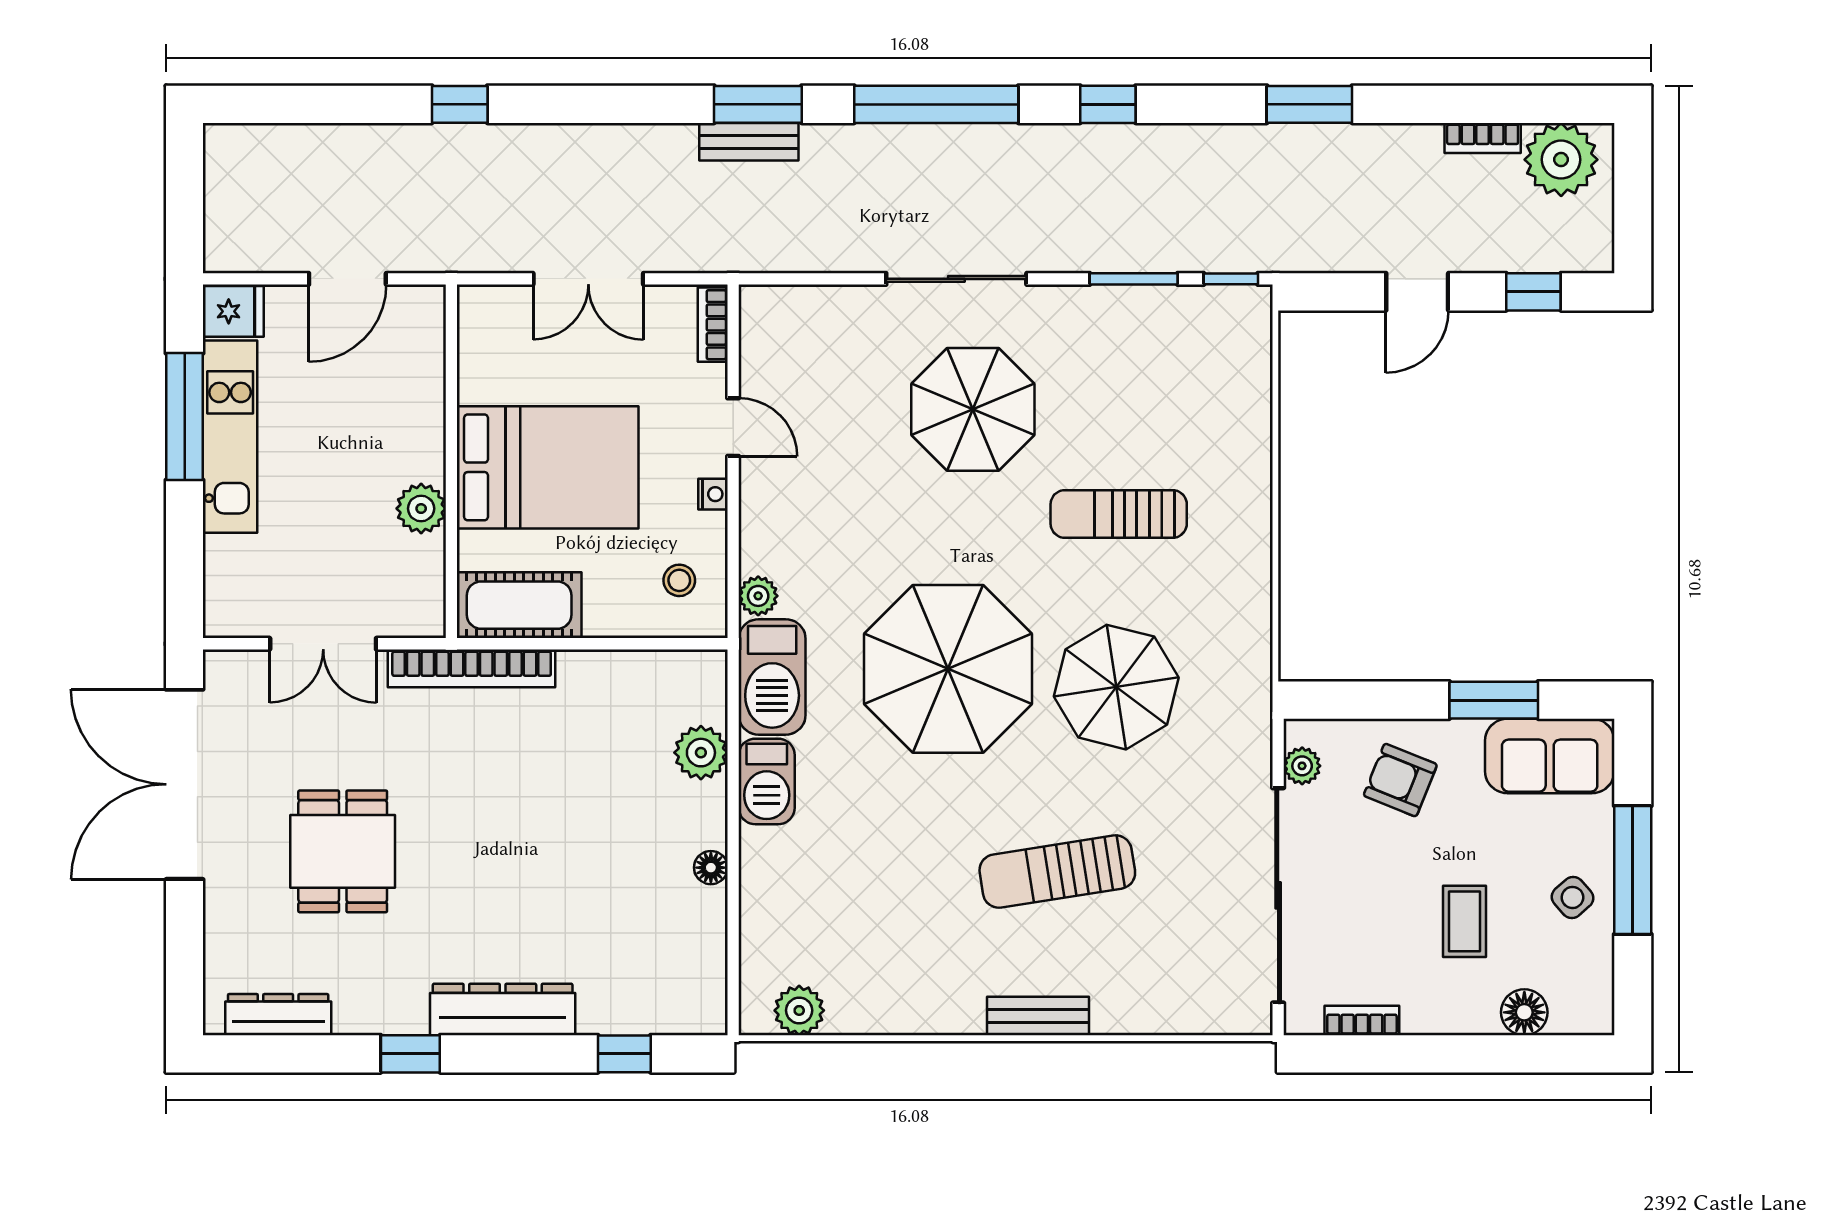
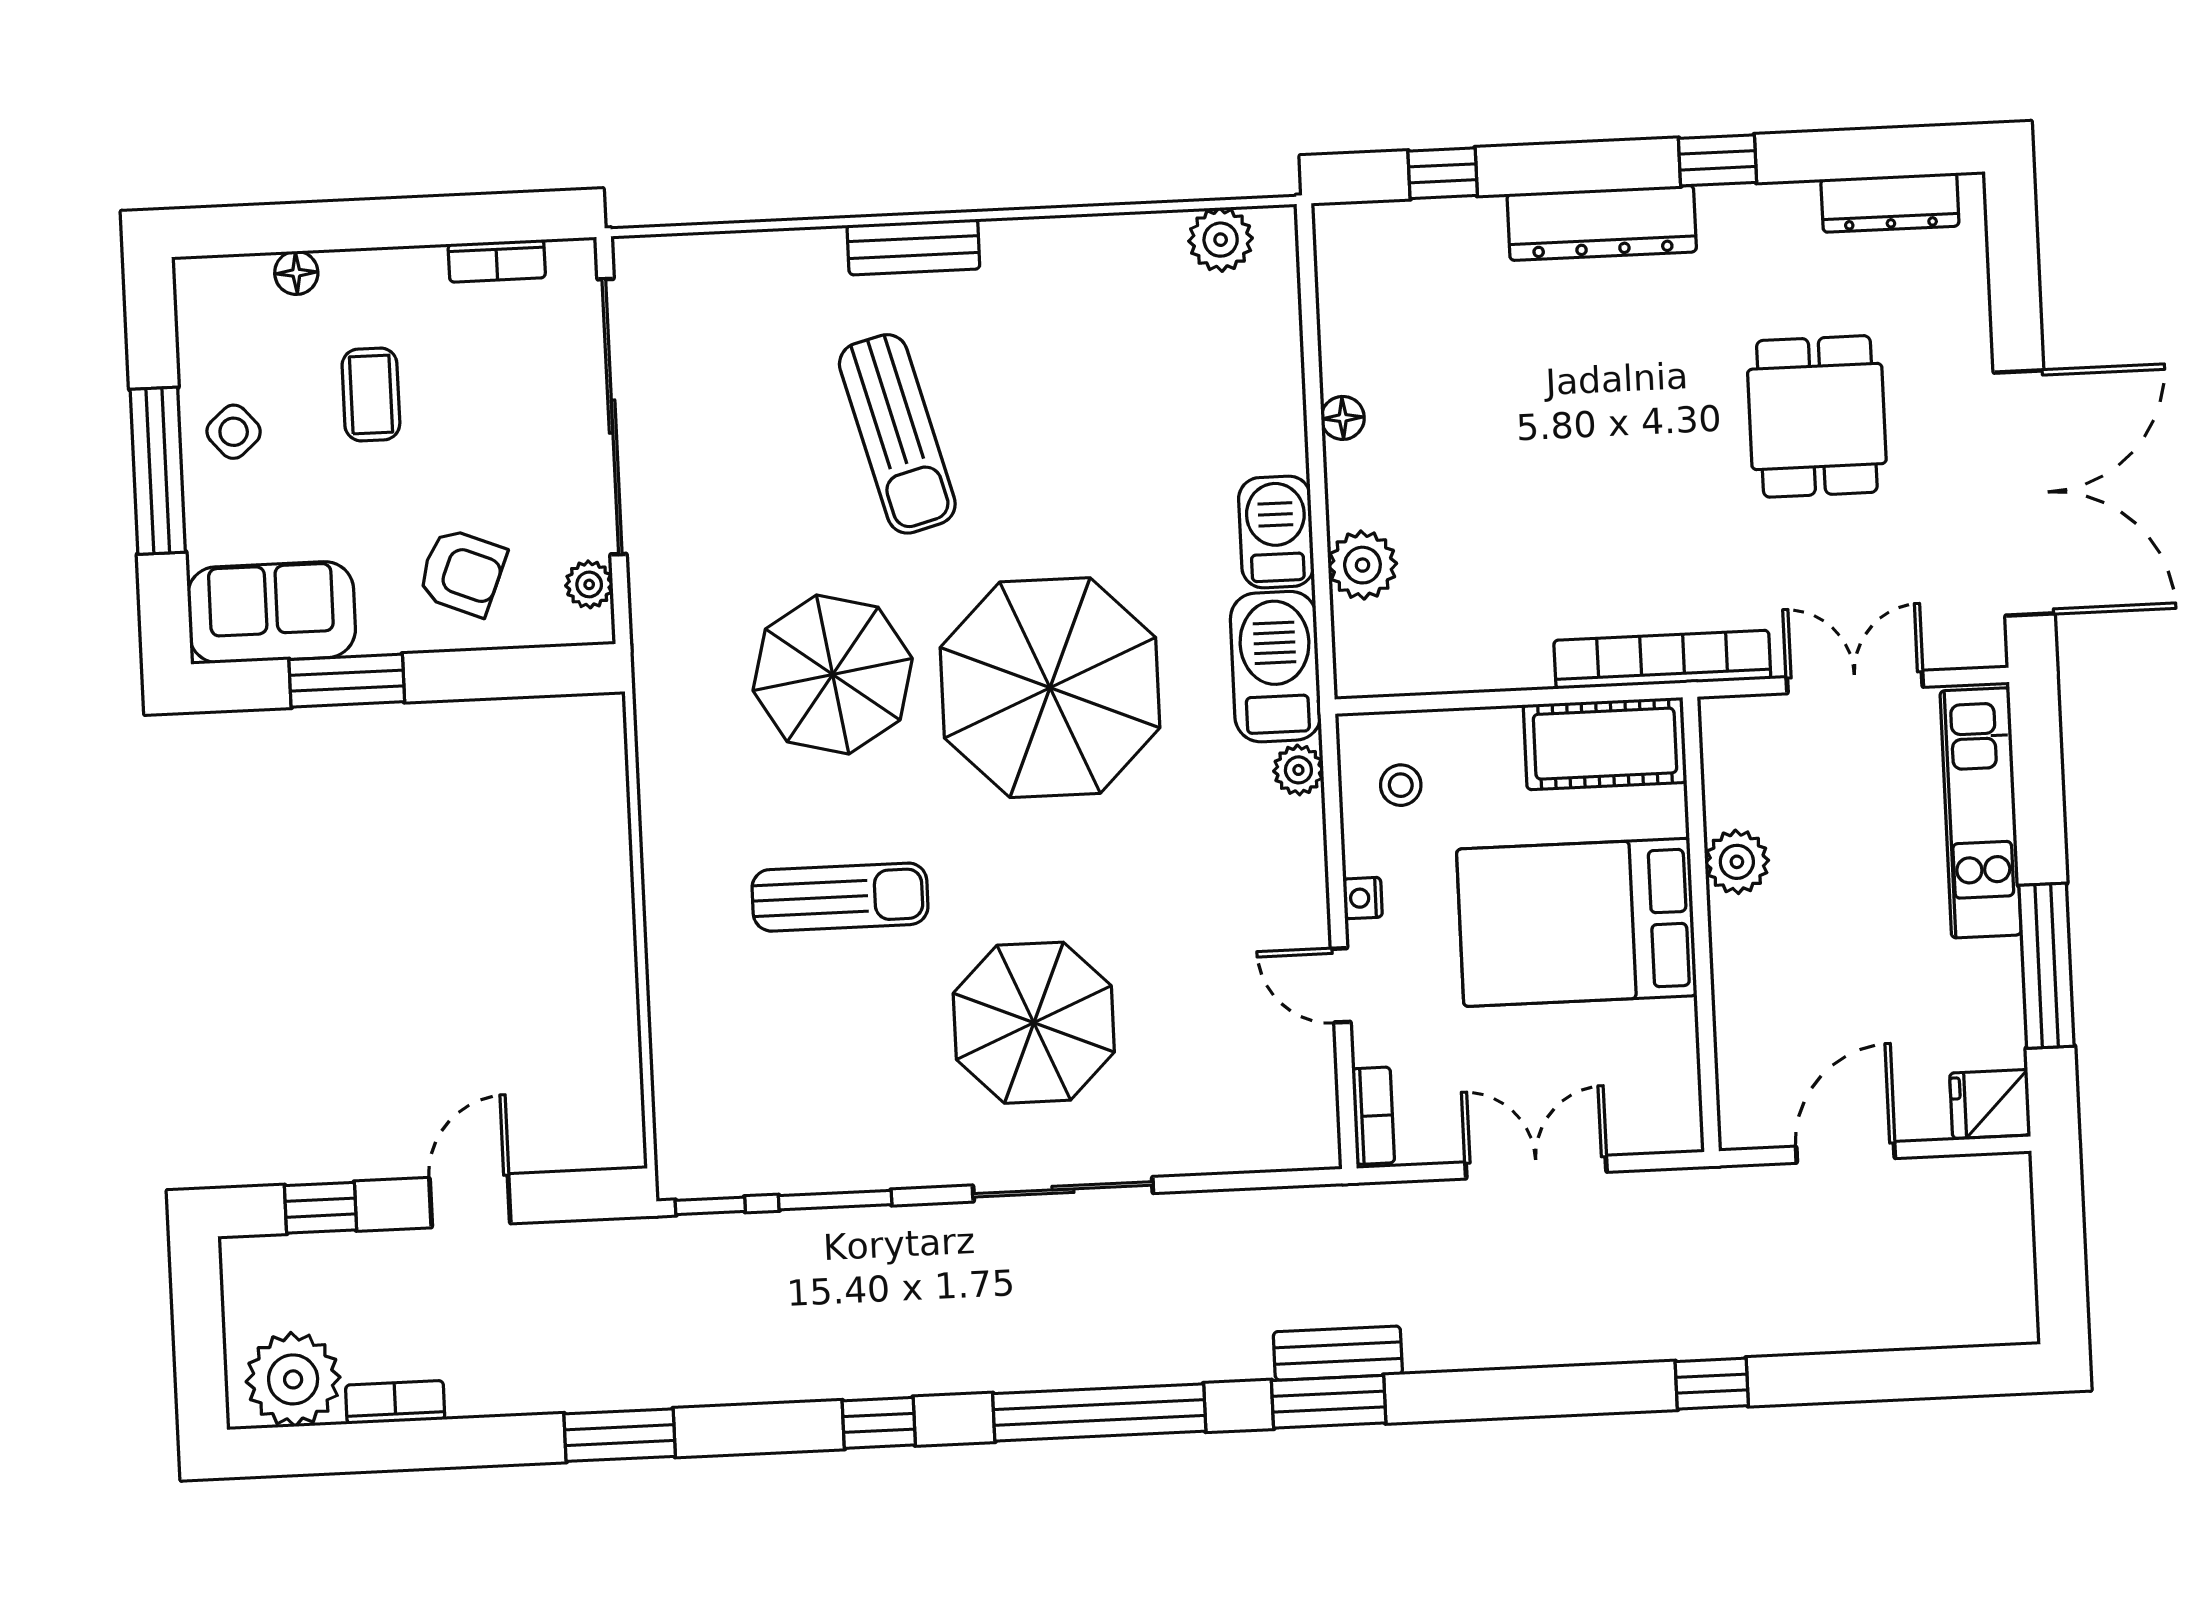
kitchen unit: (230, 437) -> (1981, 813), moved
sun lounger: (1057, 872) -> (897, 434), turned 84
floor lamp: (1524, 1012) -> (296, 273), width x0.73, depth x0.73

